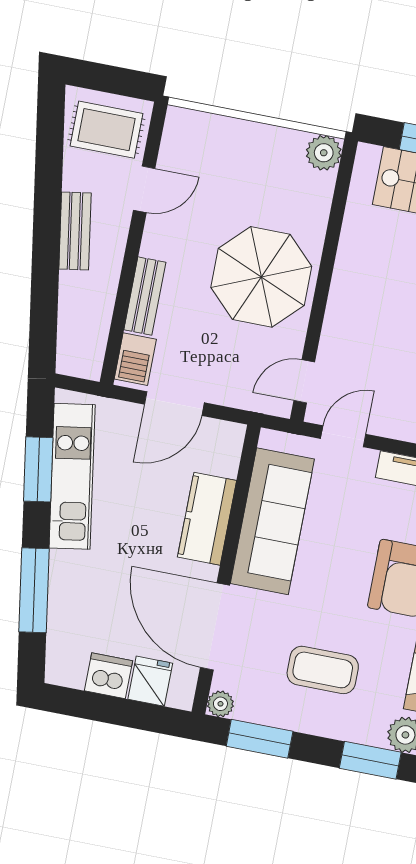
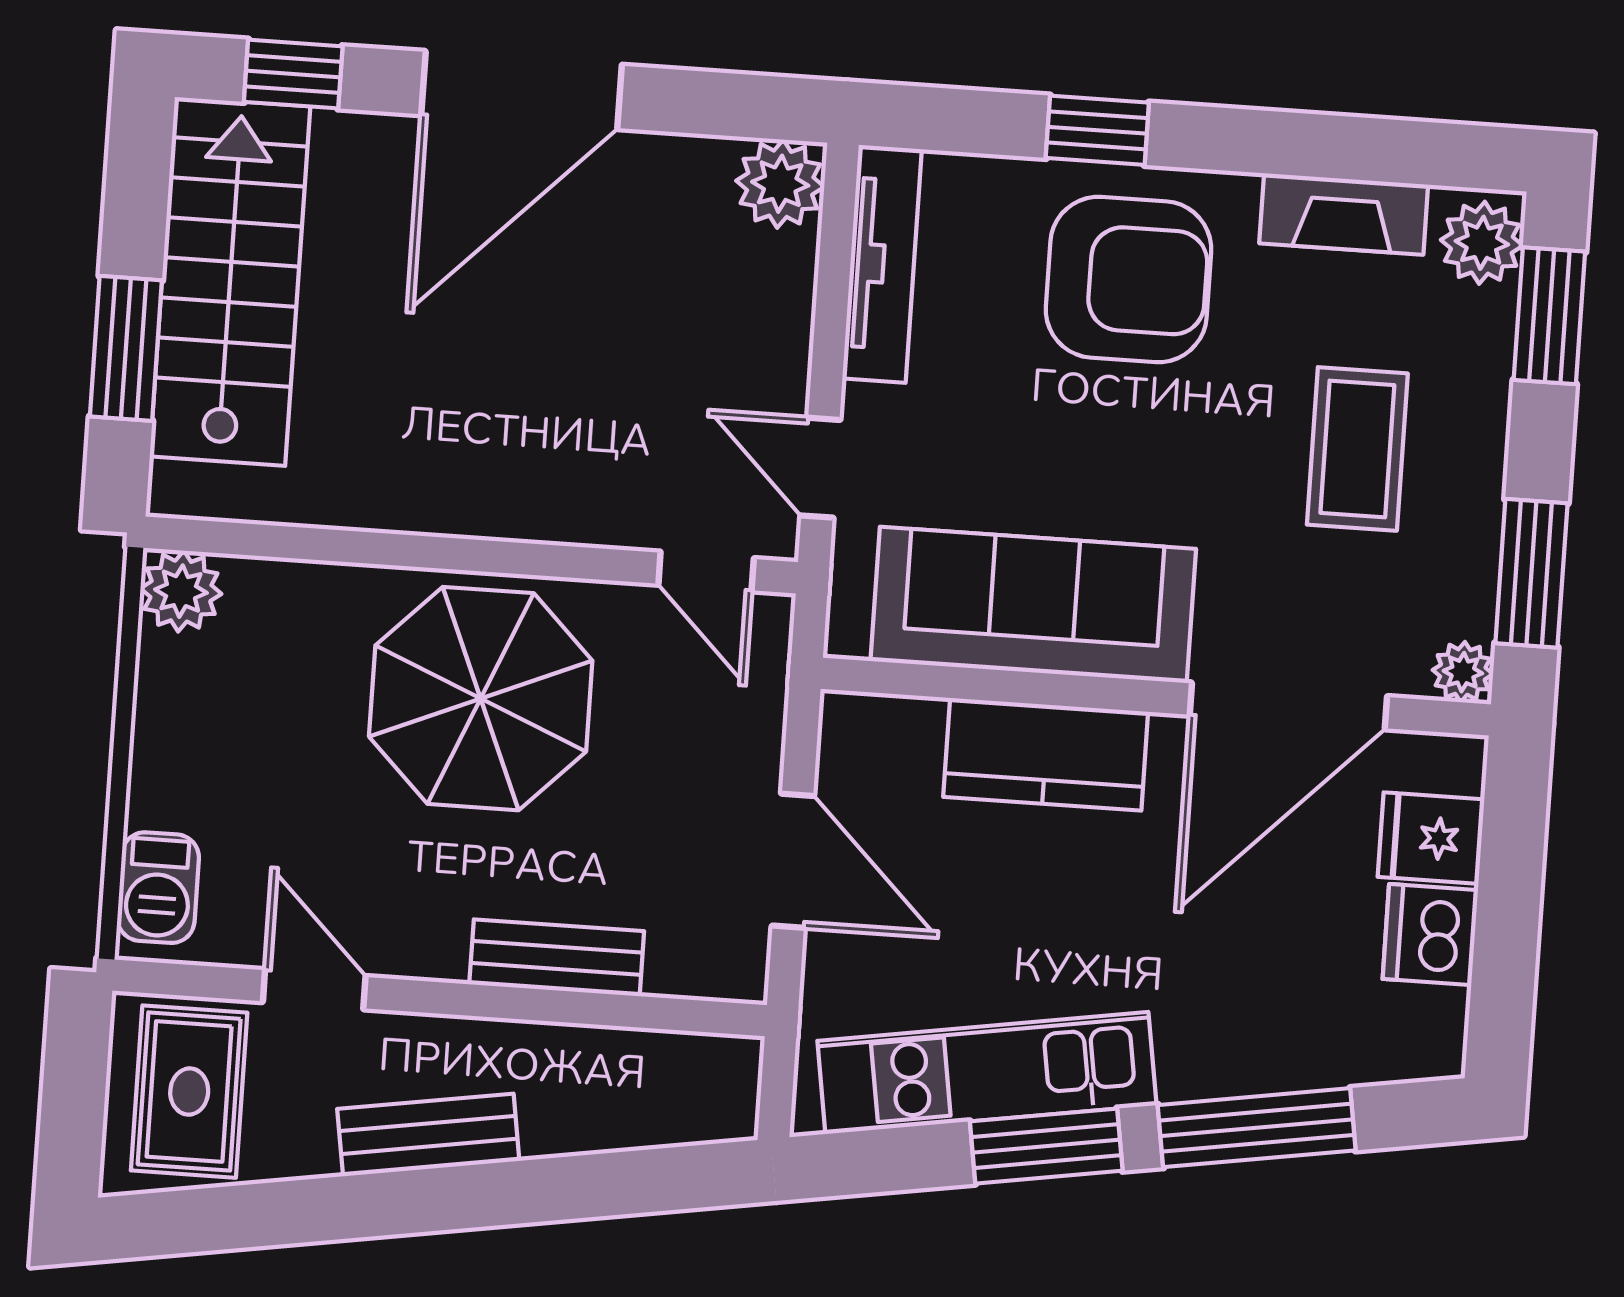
barbecue: (135, 359) -> (158, 888), moved, turned 90
window: (38, 469) -> (1046, 1146), moved

